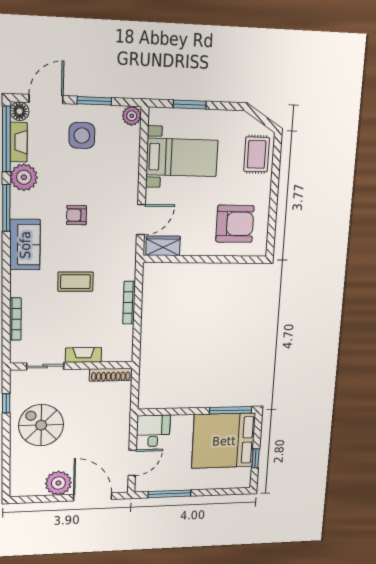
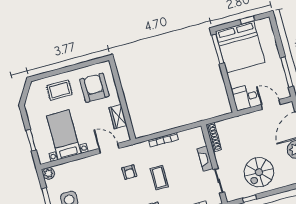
rug: (257, 154) -> (59, 90), moved
armchair: (76, 215) -> (129, 172), moved
wardrobe: (163, 246) -> (118, 117), moved

